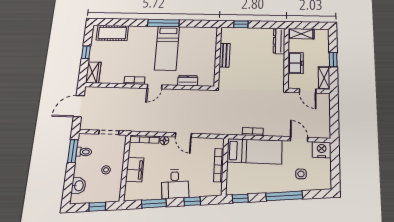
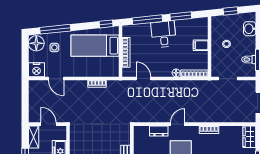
door: (155, 87) -> (178, 124), moved
door: (183, 135) -> (143, 79), moved
bed: (255, 151) -> (95, 46), moved
filing cabinet: (135, 170) -> (201, 45), width x0.50
floor lamp: (322, 180) -> (36, 43), added
window: (284, 196) -> (55, 29), moved
window: (192, 201) -> (147, 20), width x2.17

